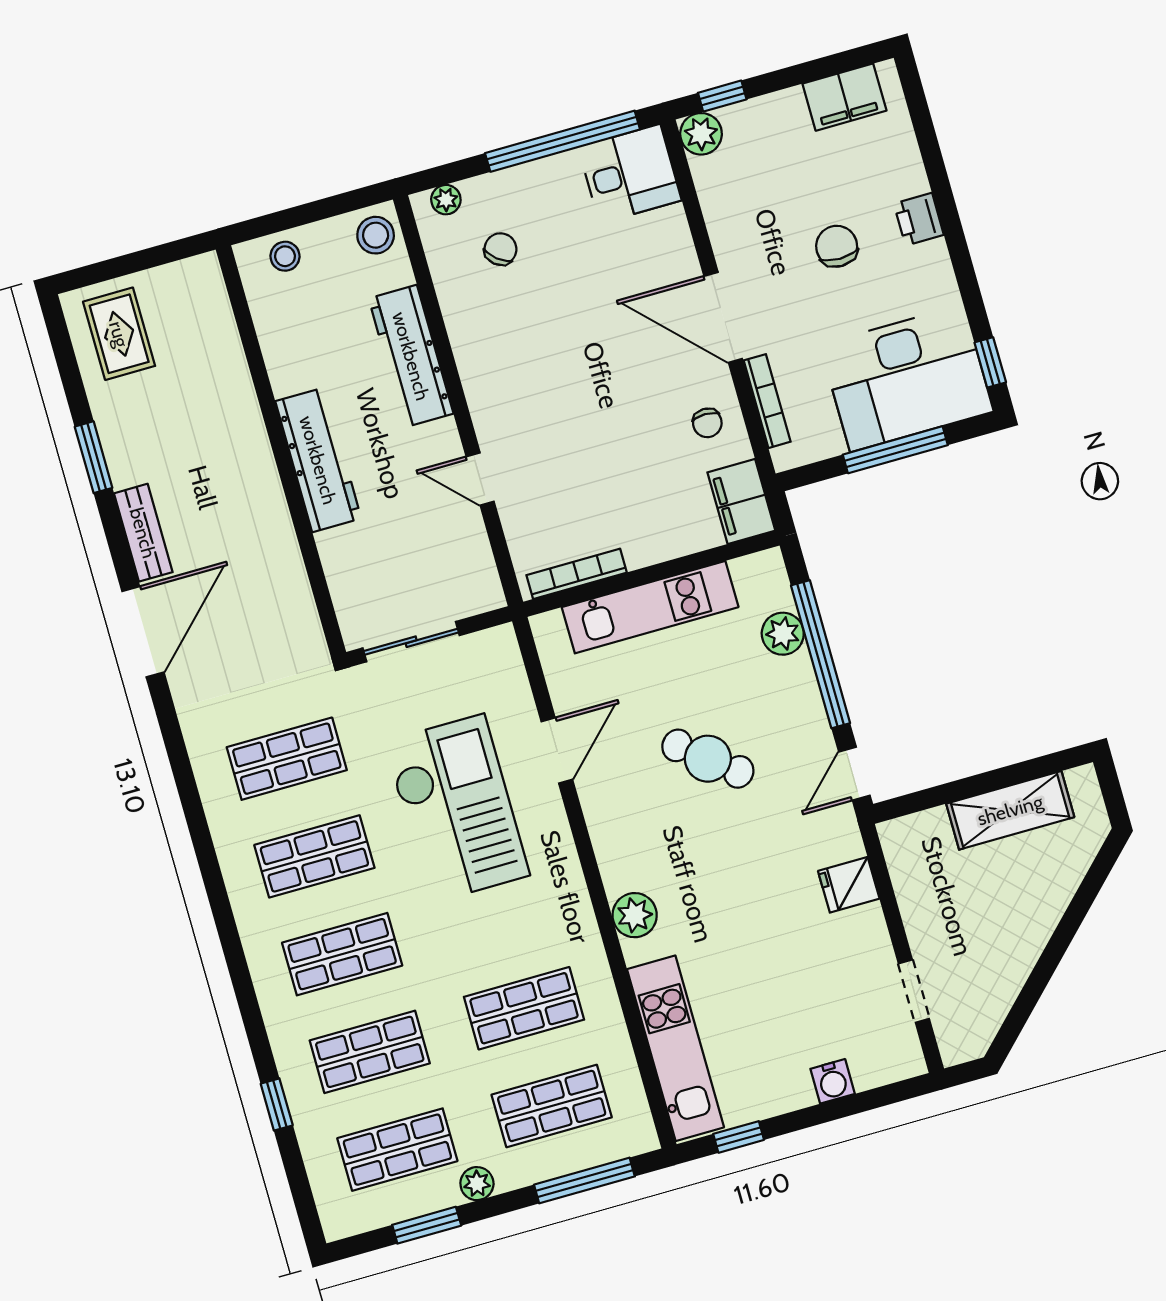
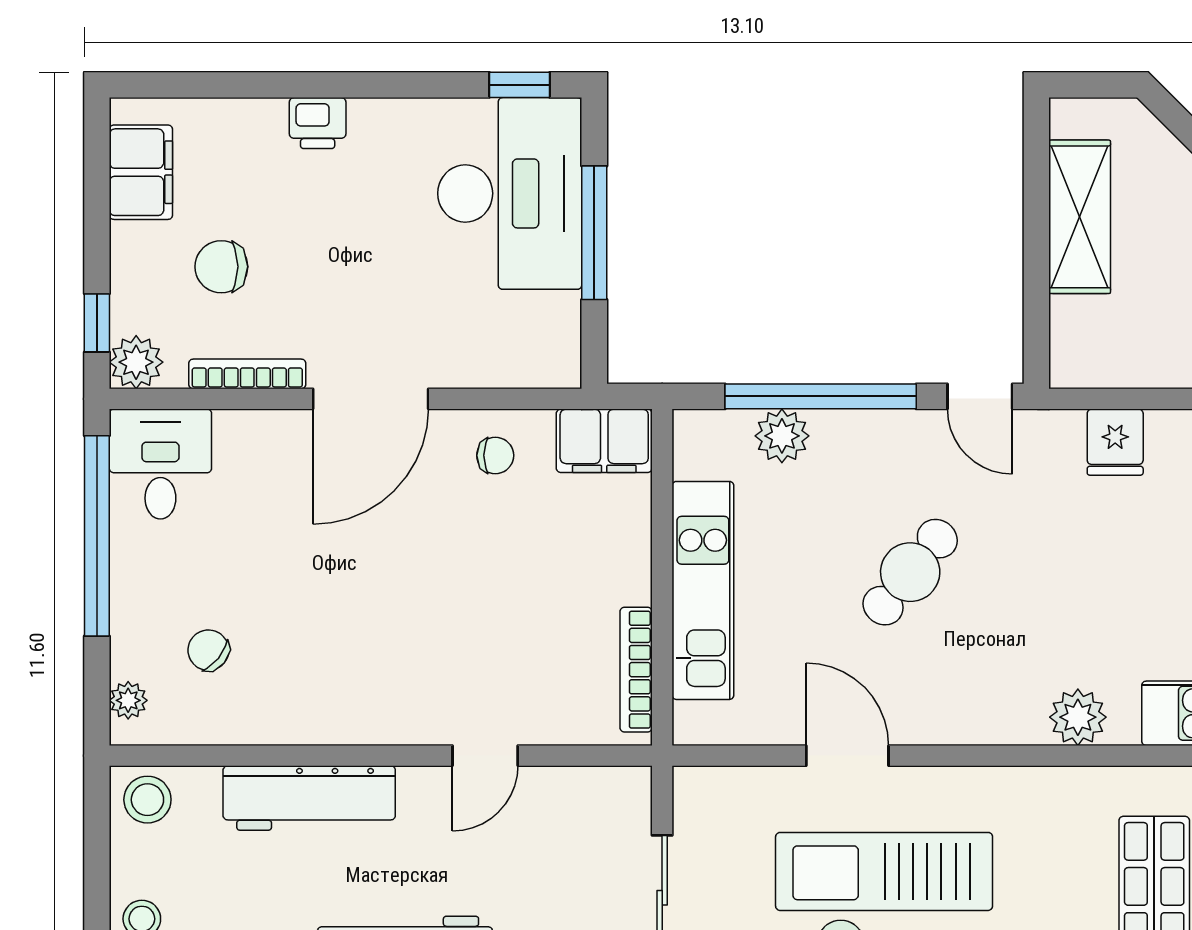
chair: (837, 246) -> (221, 267), moved
bookcase: (767, 401) -> (247, 374), moved

